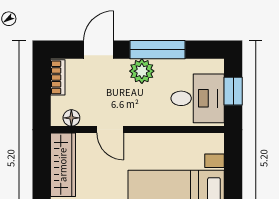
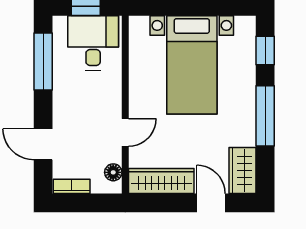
window: (157, 50) -> (43, 61), moved
plant: (142, 71) -> (65, 100), removed

